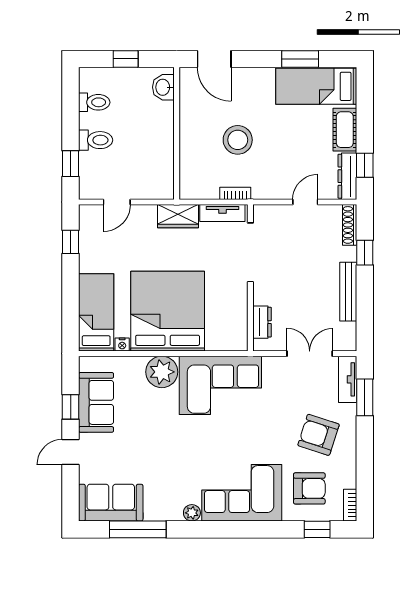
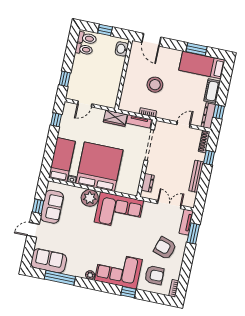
toilet: (96, 140) -> (87, 38), moved
window: (317, 529) -> (128, 292), moved

